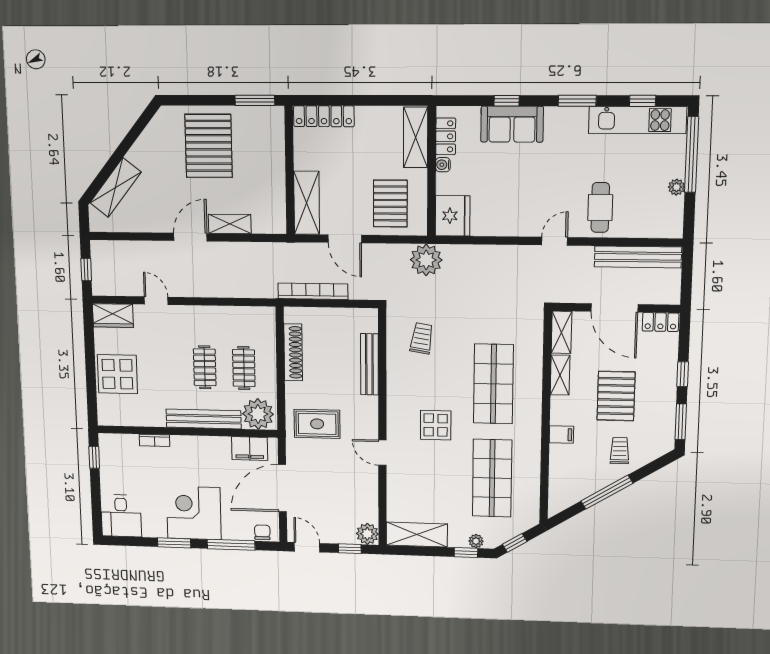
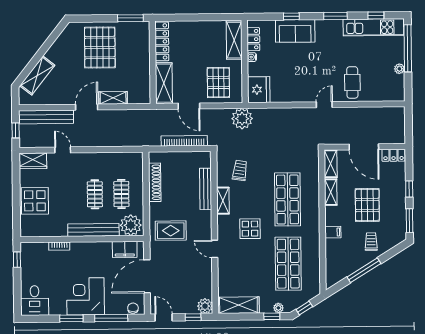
locker: (324, 116) -> (162, 41), moved, turned -90
bench: (638, 257) -> (46, 117), moved
bookcase: (313, 291) -> (184, 141), moved
shelving: (395, 383) -> (223, 201), added

